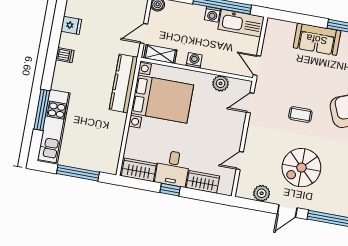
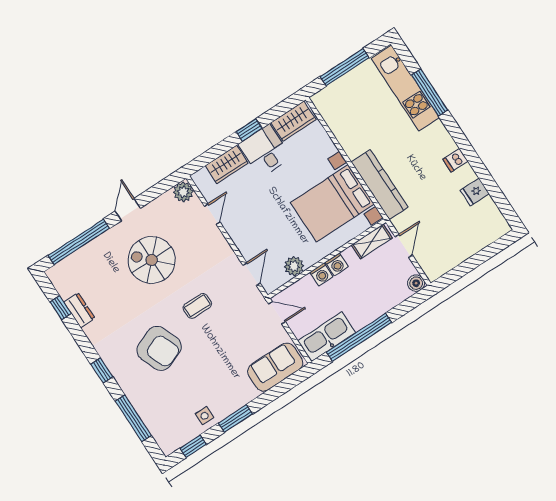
washing machine: (212, 14) -> (321, 274), moved, turned 180
sofa: (317, 39) -> (275, 367), moved
spiral stairs: (301, 168) -> (152, 260), turned -90
plant: (262, 193) -> (183, 192), moved

